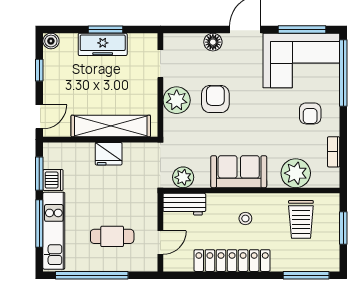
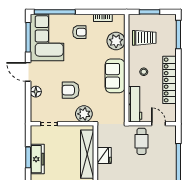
plant: (177, 100) -> (84, 114), moved
plant: (183, 177) -> (119, 110), removed
workbench: (184, 204) -> (135, 104), width x1.38
cafe table: (112, 236) -> (142, 141), moved

